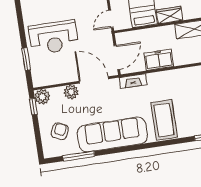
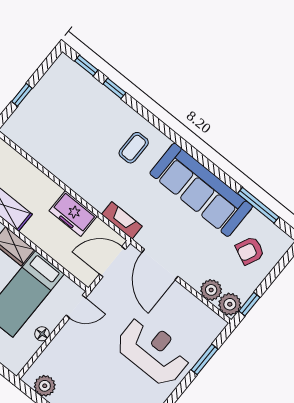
plant: (71, 92) -> (211, 290), moved
coffee table: (164, 120) -> (134, 148), width x0.54, depth x0.58

